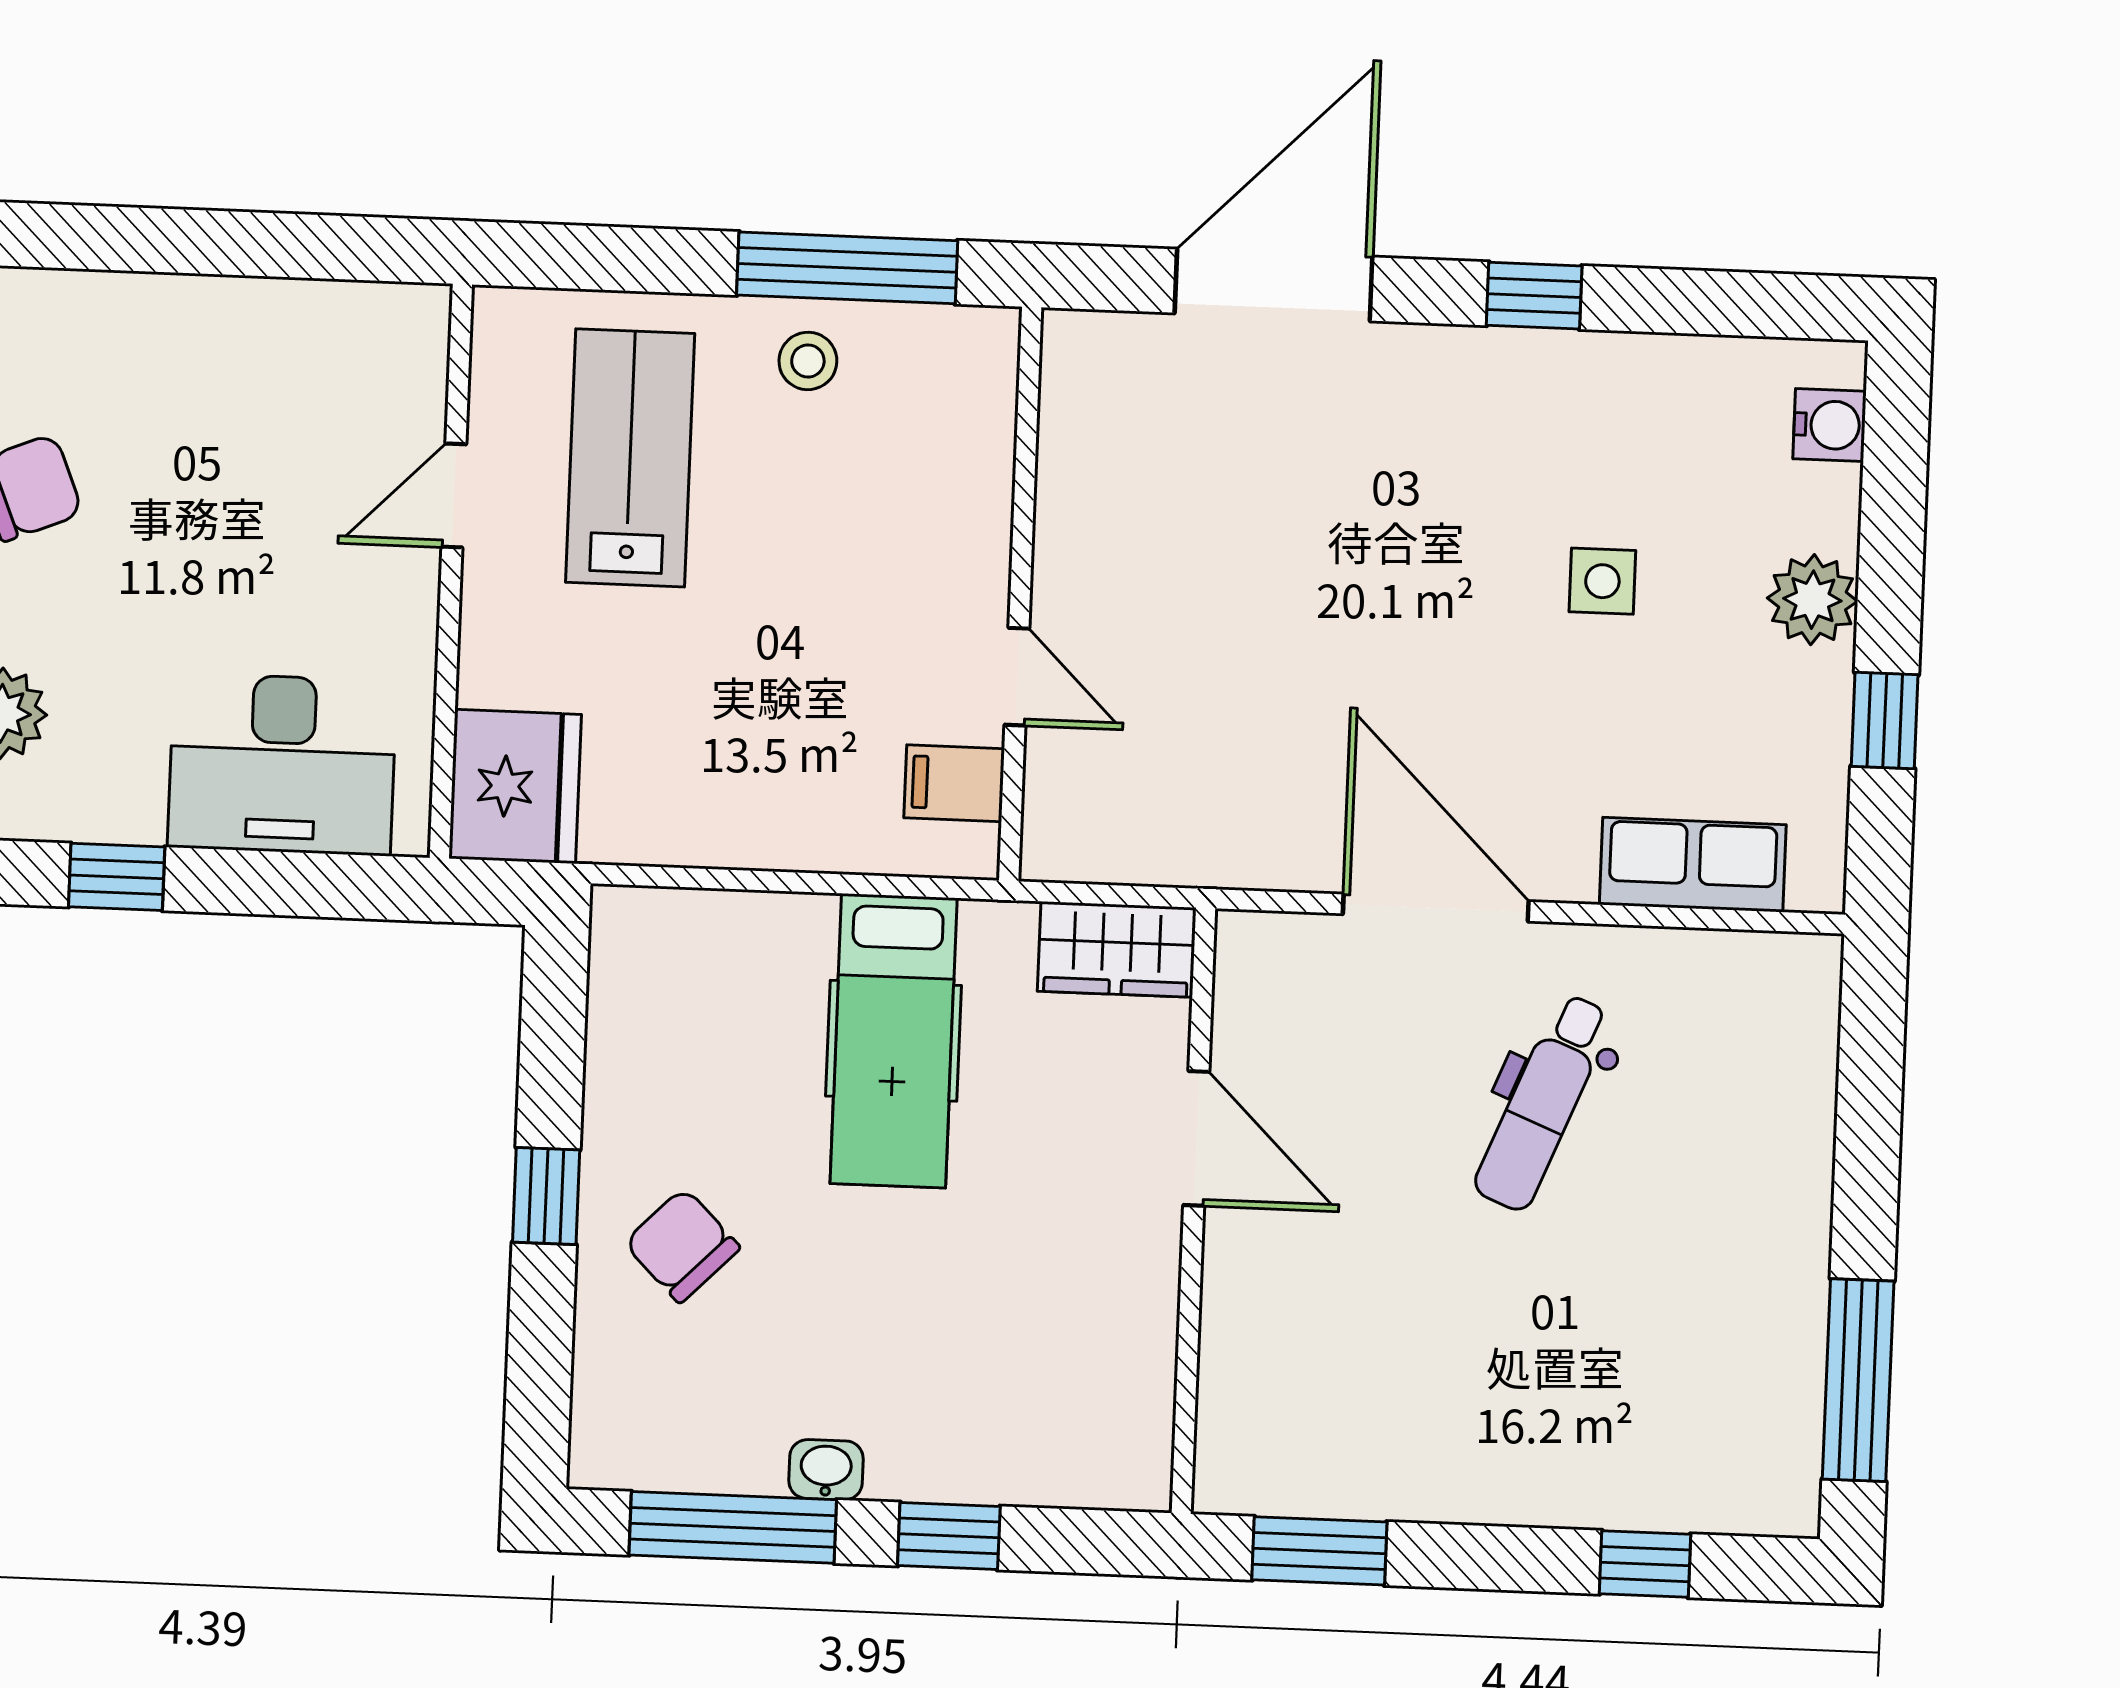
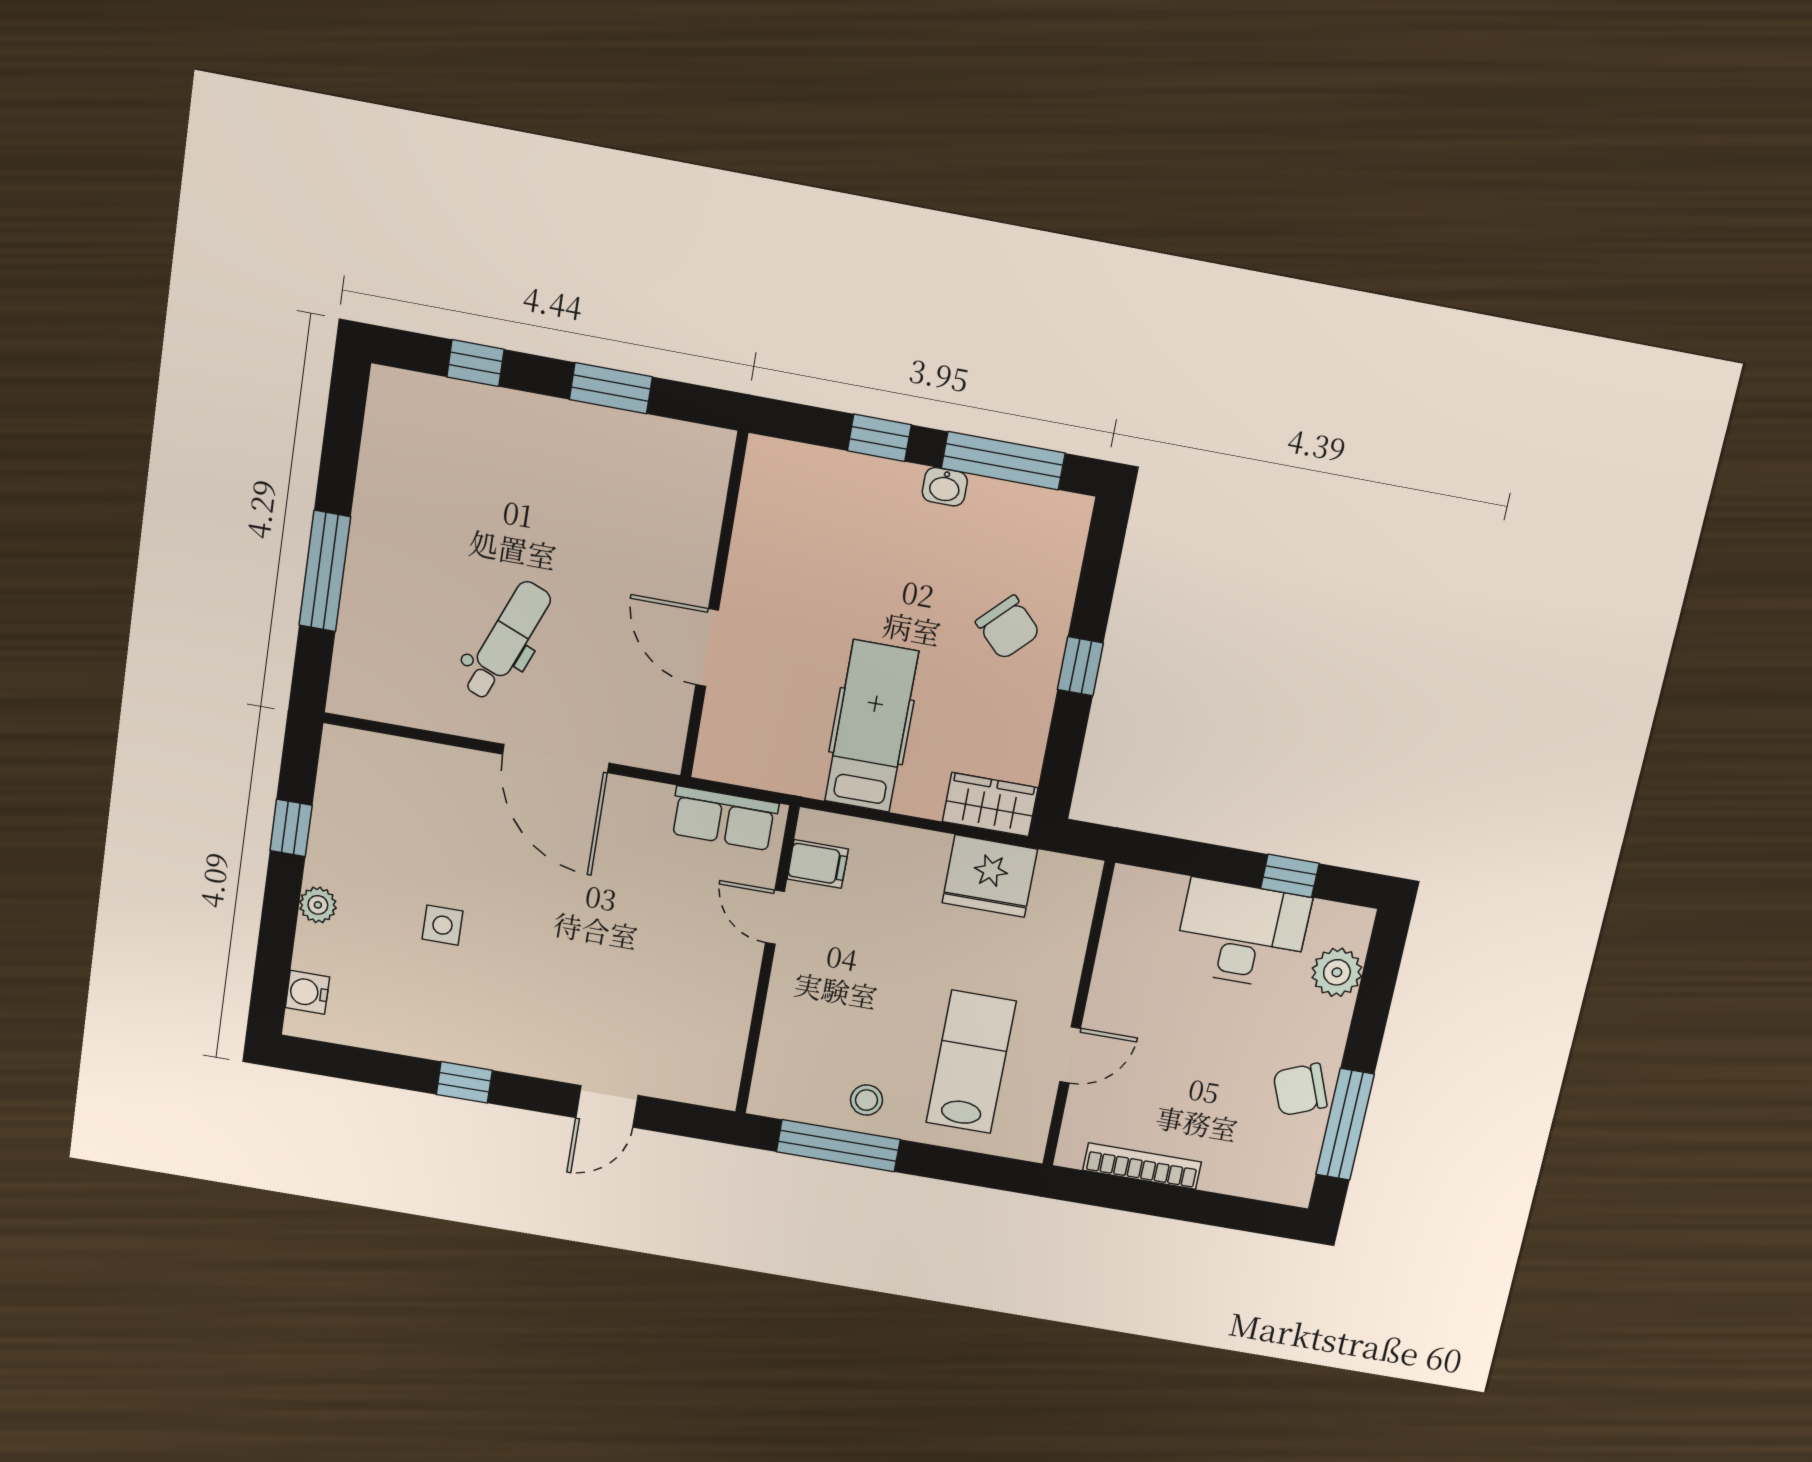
door: (1274, 285) -> (607, 1106), width x0.53
bookcase: (290, 304) -> (1142, 1166), added
lab bench: (630, 458) -> (971, 1062), turned 180
plant: (1812, 600) -> (318, 905), width x0.73, depth x0.73
desk: (282, 764) -> (1242, 934), moved
fridge: (515, 786) -> (990, 876), moved, turned -90
row of seats: (1693, 865) -> (724, 818), moved
wardrobe: (1117, 949) -> (990, 805), moved
window: (1858, 1380) -> (325, 571), moved
window: (1319, 1551) -> (611, 388), moved

